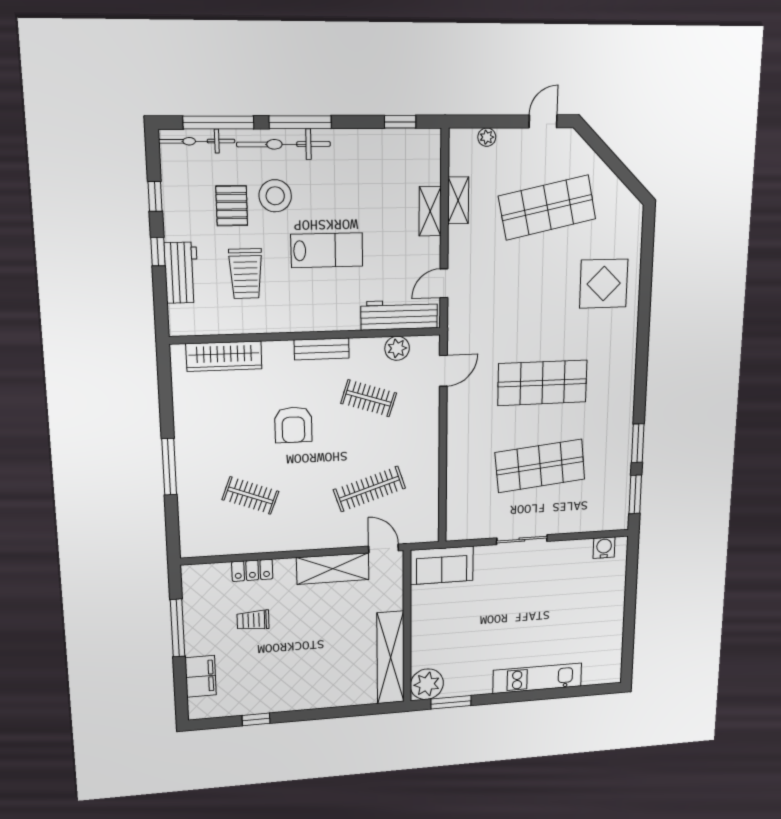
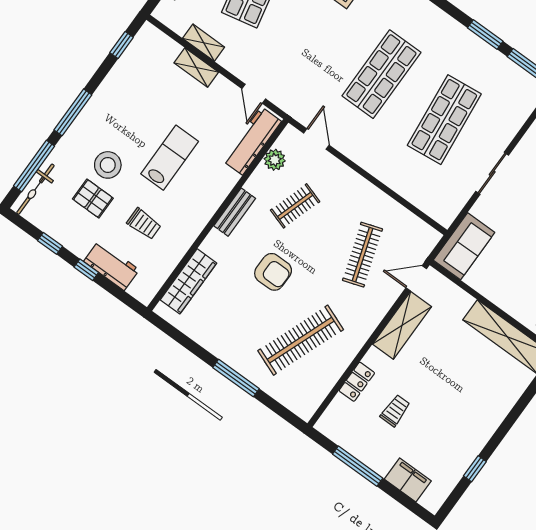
bicycle: (284, 144) -> (79, 134), removed
trolley: (246, 274) -> (144, 224), width x0.73, depth x0.72
clothes rail: (250, 496) -> (301, 340), width x1.86, depth x1.31
trolley: (253, 620) -> (395, 411), turned 180

